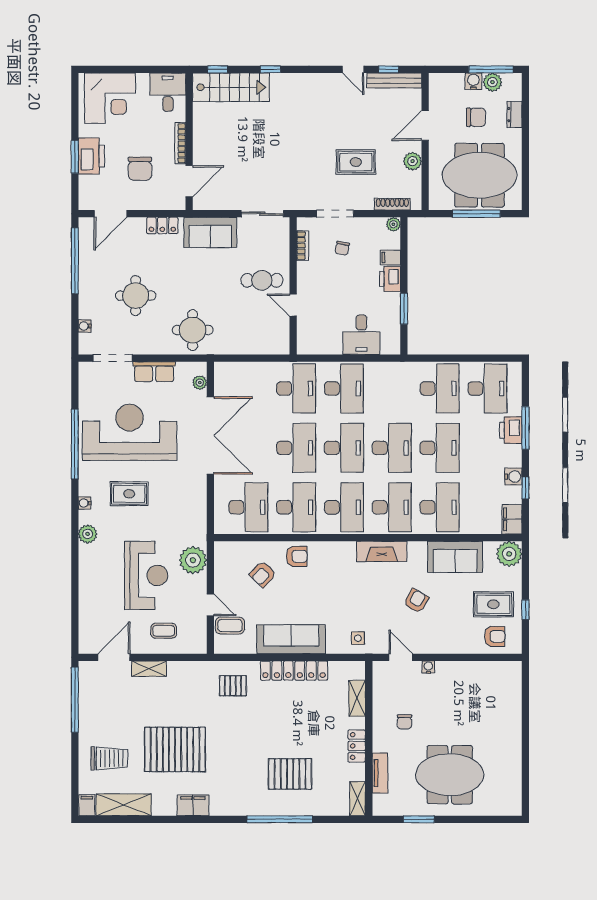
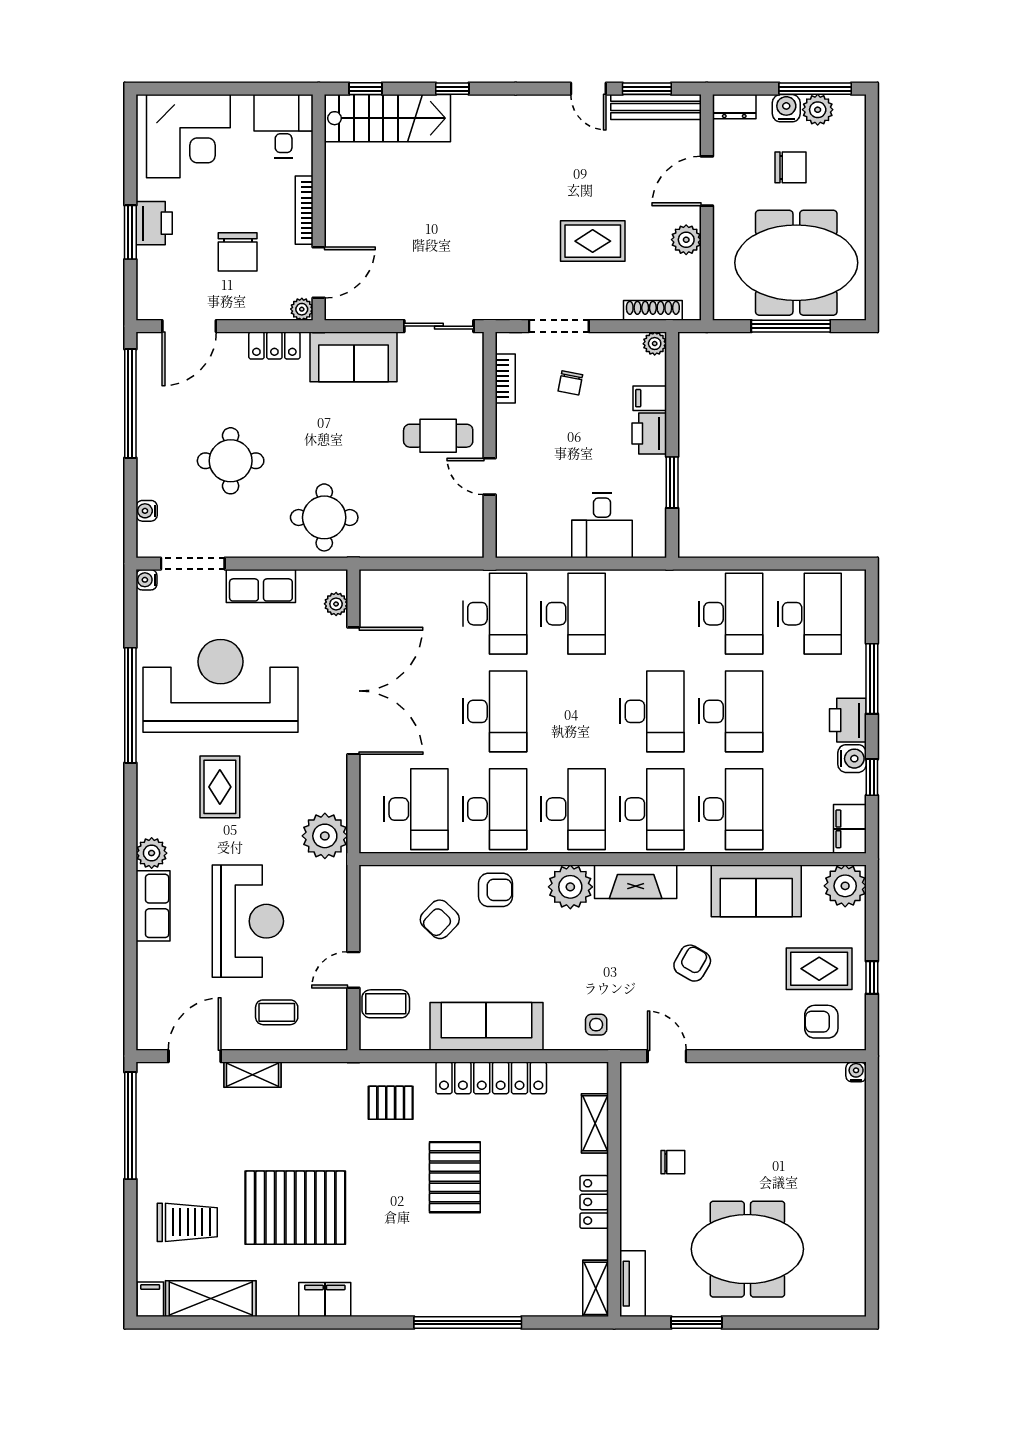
window: (389, 69) -> (647, 89), width x1.50
dresser: (515, 115) -> (734, 107), moved, turned -90
printer: (91, 156) -> (154, 223), width x0.73, depth x0.84
plant: (179, 203) -> (302, 309), added
printer: (511, 430) -> (848, 720), moved
desk: (344, 448) -> (573, 711), removed
rug: (129, 494) -> (220, 787), turned 90
water cooler: (85, 503) -> (147, 580), moved
plant: (342, 555) -> (570, 887), added
plant: (193, 560) -> (325, 836), moved
row of seats: (89, 566) -> (153, 906), added
door: (210, 605) -> (353, 970), swing flipped
armchair: (495, 636) -> (821, 1022), turned 180
water cooler: (428, 667) -> (856, 1072), moved
chair: (404, 722) -> (673, 1162), turned -90
tv unit: (380, 773) -> (633, 1284), moved
pallet: (290, 774) -> (455, 1177), moved, turned 90

